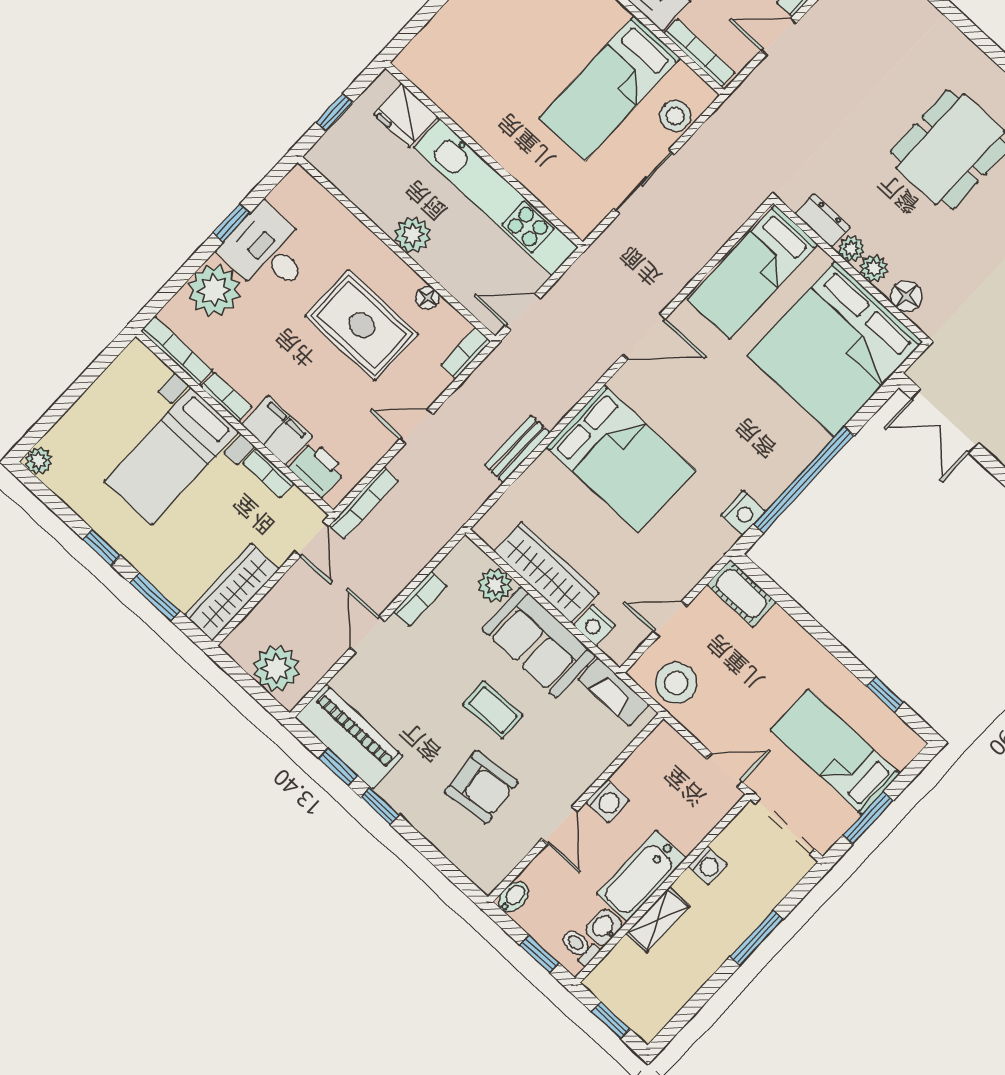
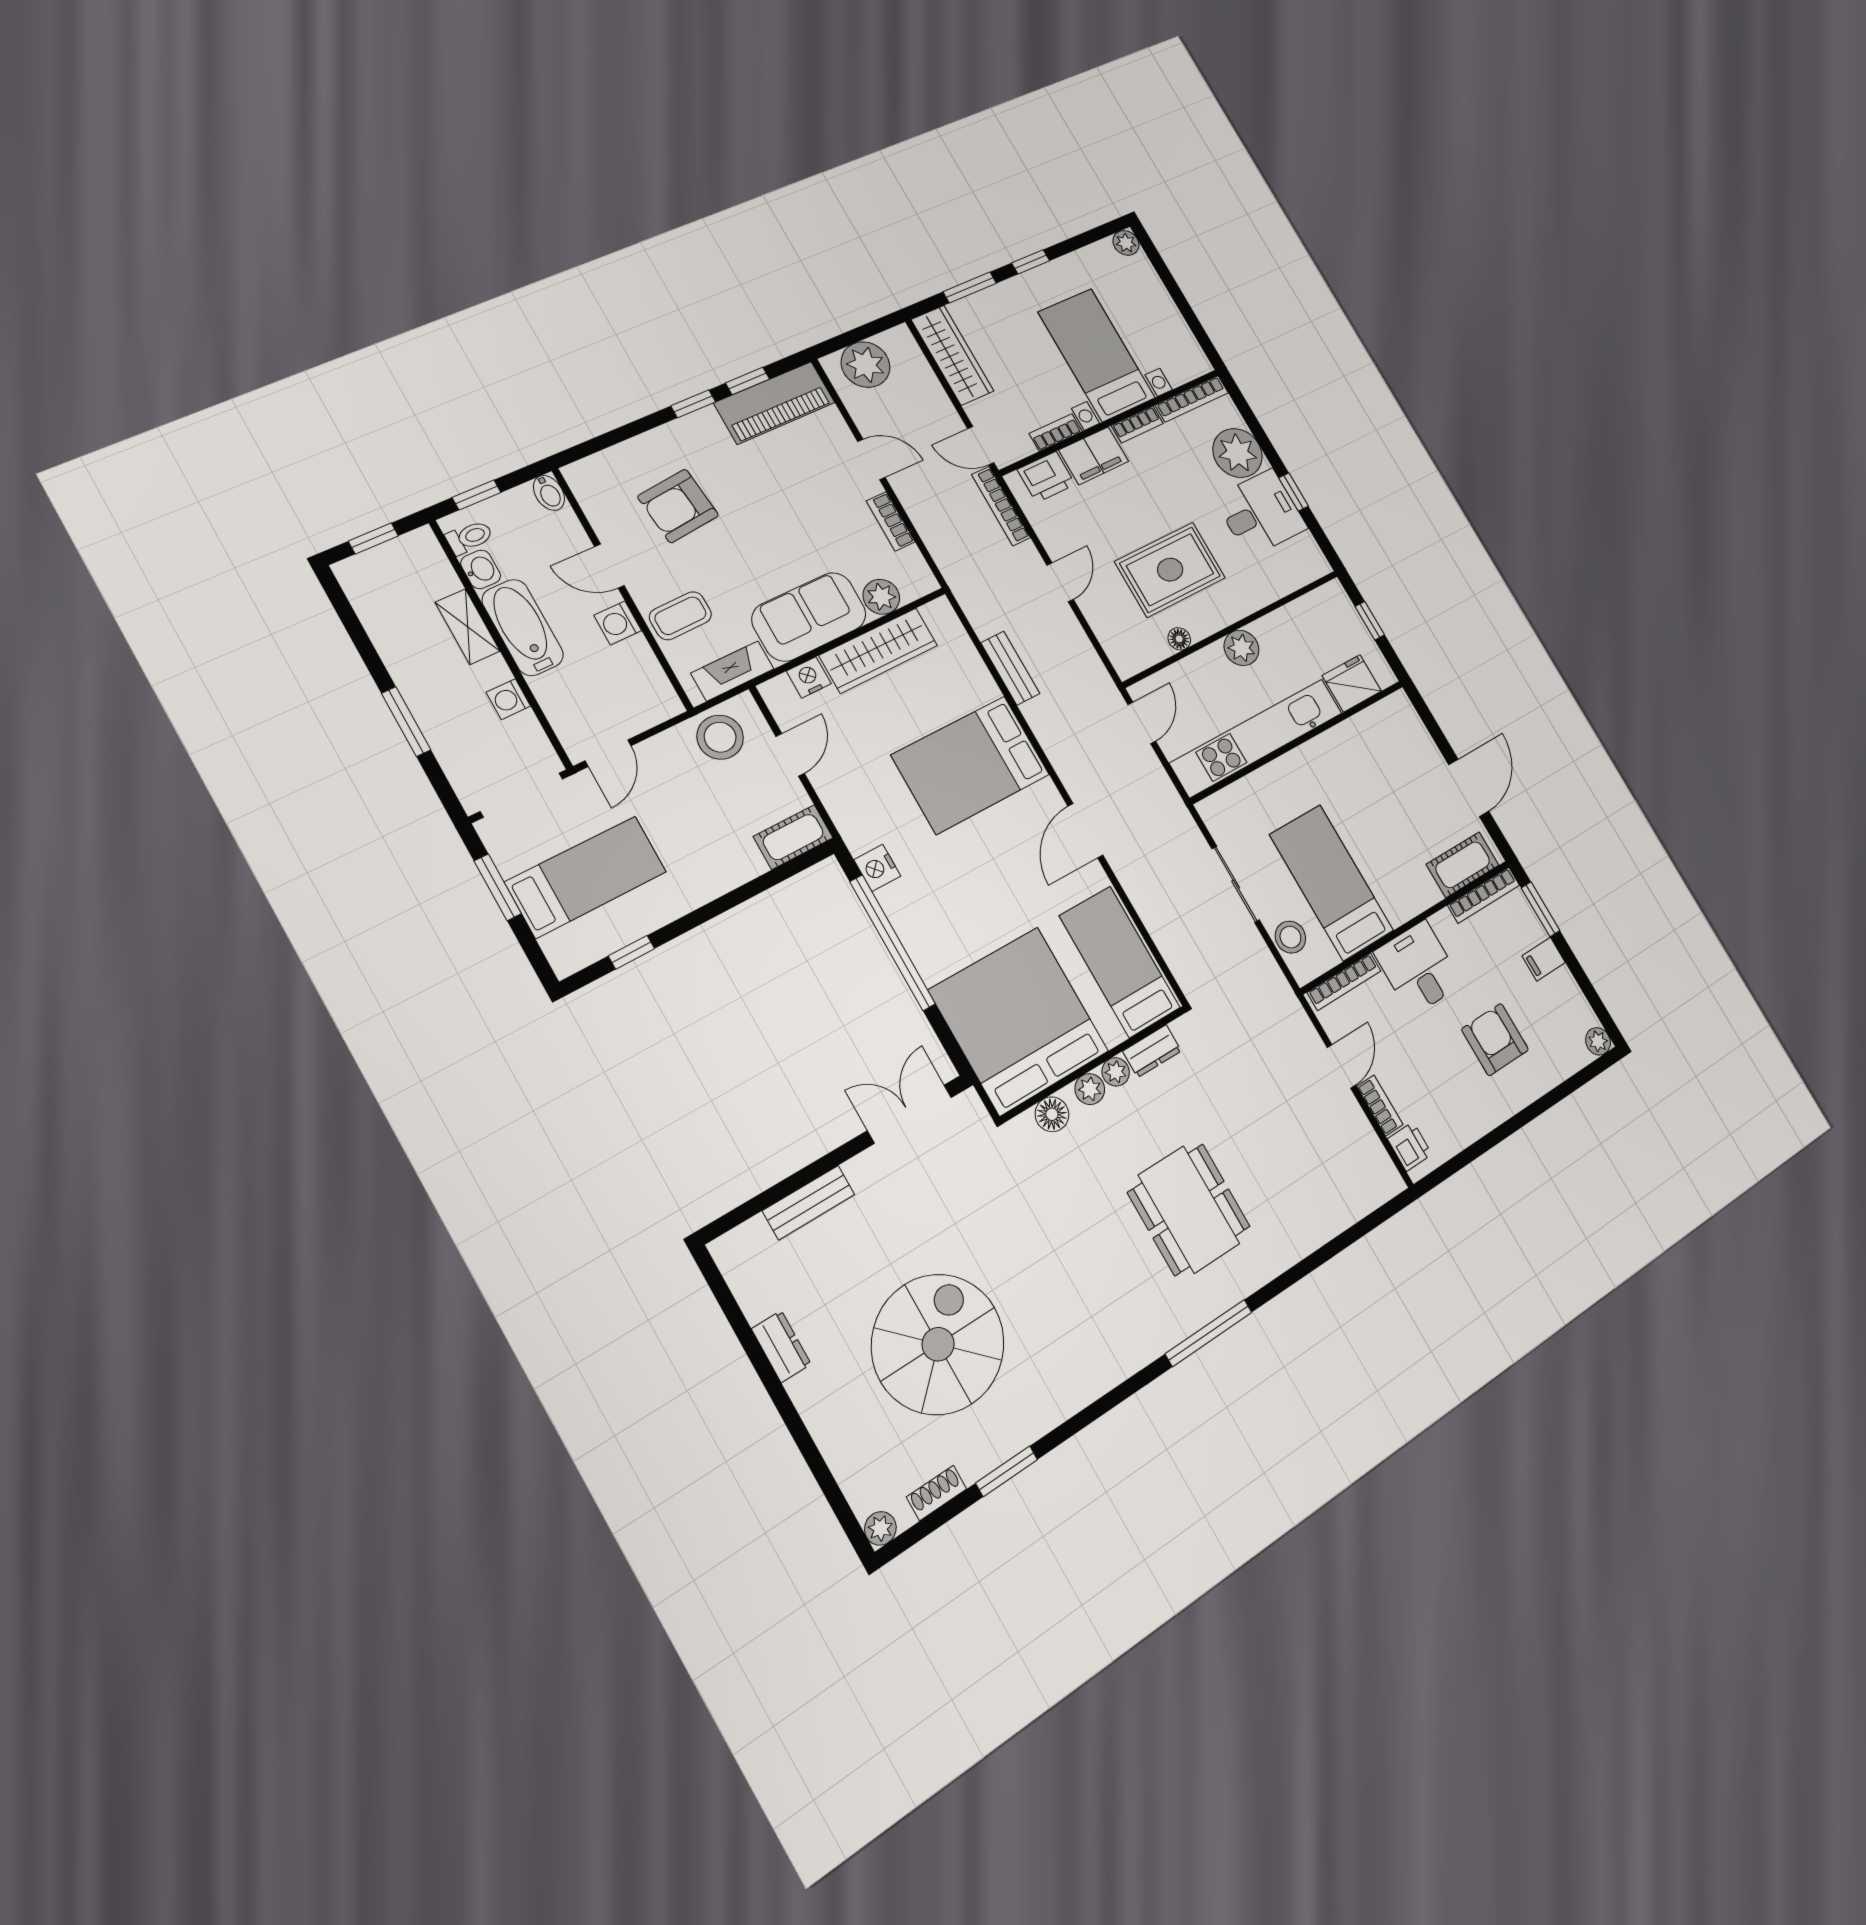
bookcase: (466, 353) -> (1117, 655), removed
coffee table: (493, 710) -> (680, 616), moved

